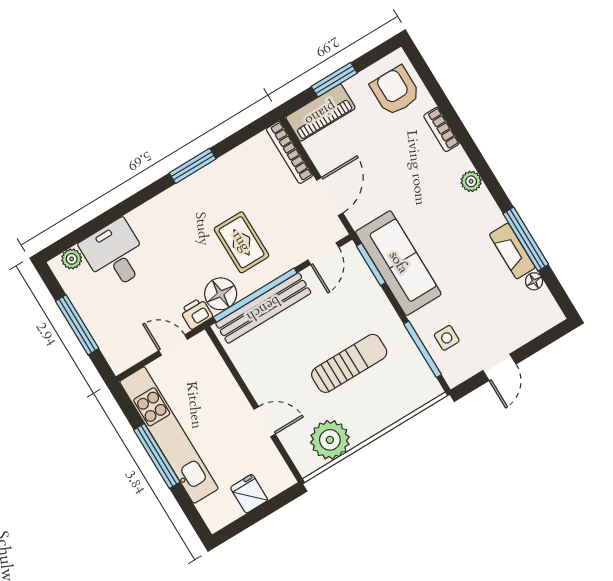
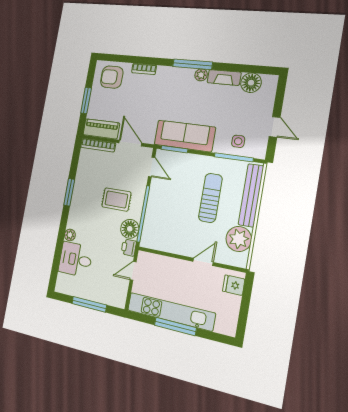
piano: (320, 113) -> (101, 129), moved, turned -90
plant: (471, 181) -> (201, 75), moved
window: (526, 239) -> (193, 64), moved
plant: (72, 259) -> (70, 235), moved
floor lamp: (534, 281) -> (251, 83), width x1.89, depth x1.89
bench: (263, 308) -> (251, 195), moved
fridge: (249, 494) -> (234, 285), moved

